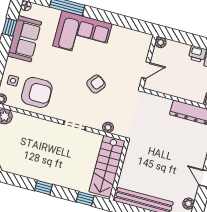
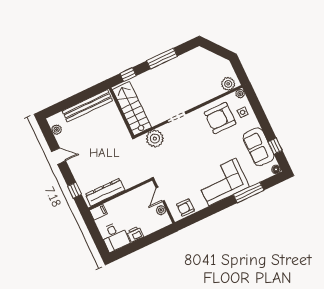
plant: (161, 42) -> (161, 210), moved
armchair: (96, 84) -> (186, 208), moved, turned 52
plant: (108, 127) -> (155, 139), width x1.88, depth x1.88
window: (44, 188) -> (162, 59), width x2.17

